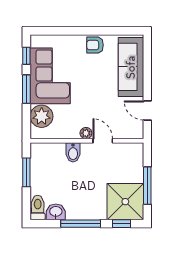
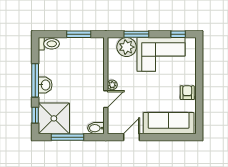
window: (26, 89) -> (136, 34), moved
bidet: (73, 152) -> (96, 128), moved
washbasin: (56, 212) -> (45, 85), moved

